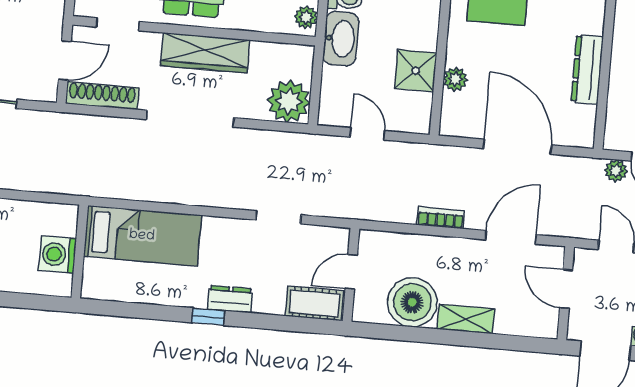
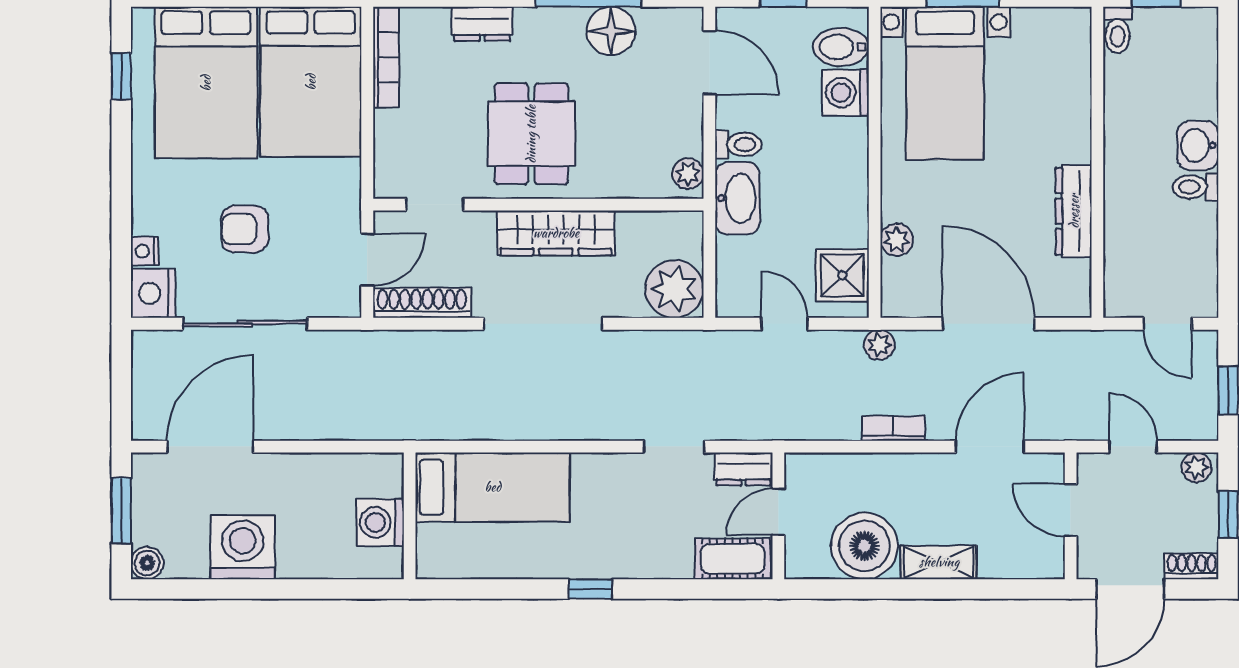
shower: (416, 71) -> (842, 275), moved
plant: (616, 171) -> (879, 345), moved
dresser: (230, 299) -> (743, 469), moved, turned 180

